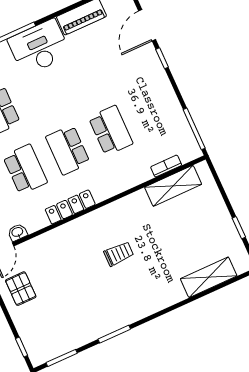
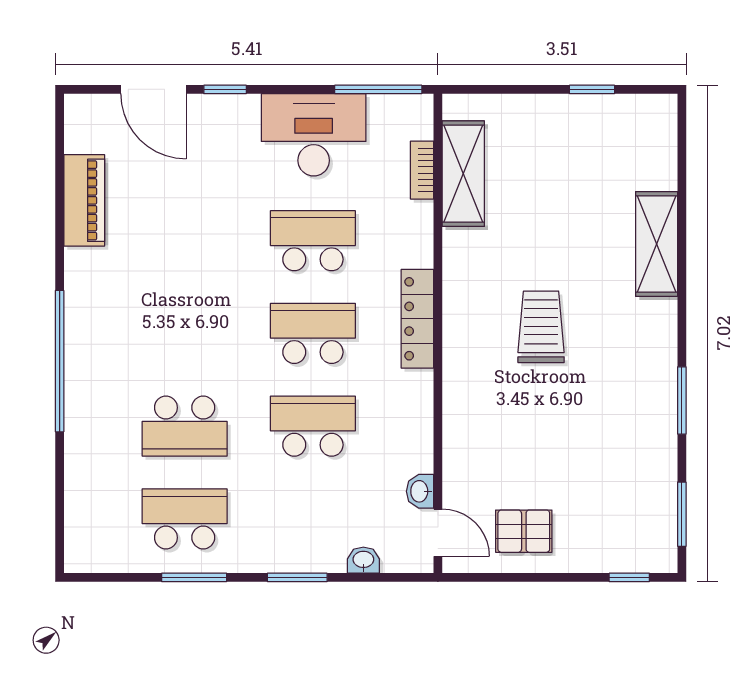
desk: (39, 47) -> (314, 135), moved, turned 90
school desk: (68, 150) -> (313, 333), turned 180
locker: (70, 207) -> (417, 319), moved
trolley: (119, 254) -> (541, 327), width x1.36, depth x1.39
shelving: (209, 277) -> (657, 244), moved

